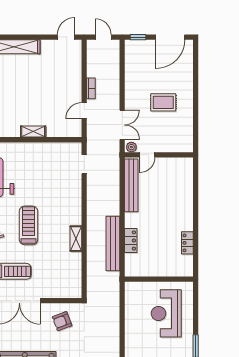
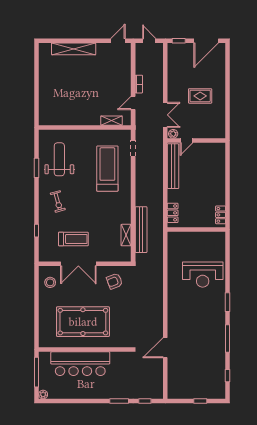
shelving: (33, 132) -> (111, 121), moved
treadmill: (29, 225) -> (107, 169), moved, width x1.37, depth x1.38
shelving: (76, 239) -> (126, 235), moved
bench: (113, 244) -> (141, 230), moved
wall: (159, 279) -> (196, 229), moved
reception desk: (166, 313) -> (203, 275), turned -90

